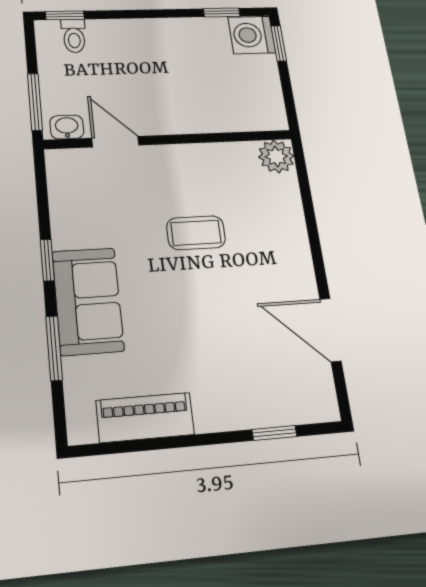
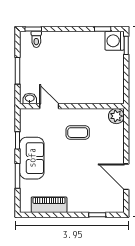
washbasin: (67, 127) -> (30, 99), moved
wall: (170, 140) -> (72, 106), moved
door: (115, 142) -> (49, 106), moved
plant: (276, 156) -> (116, 116), moved

